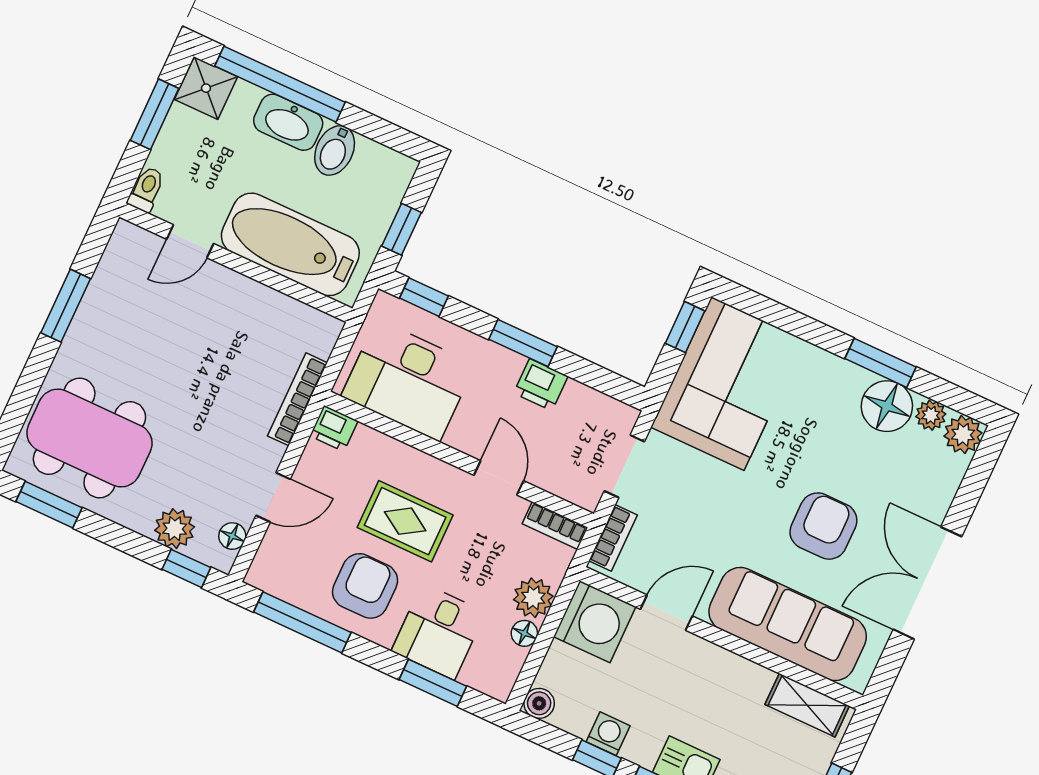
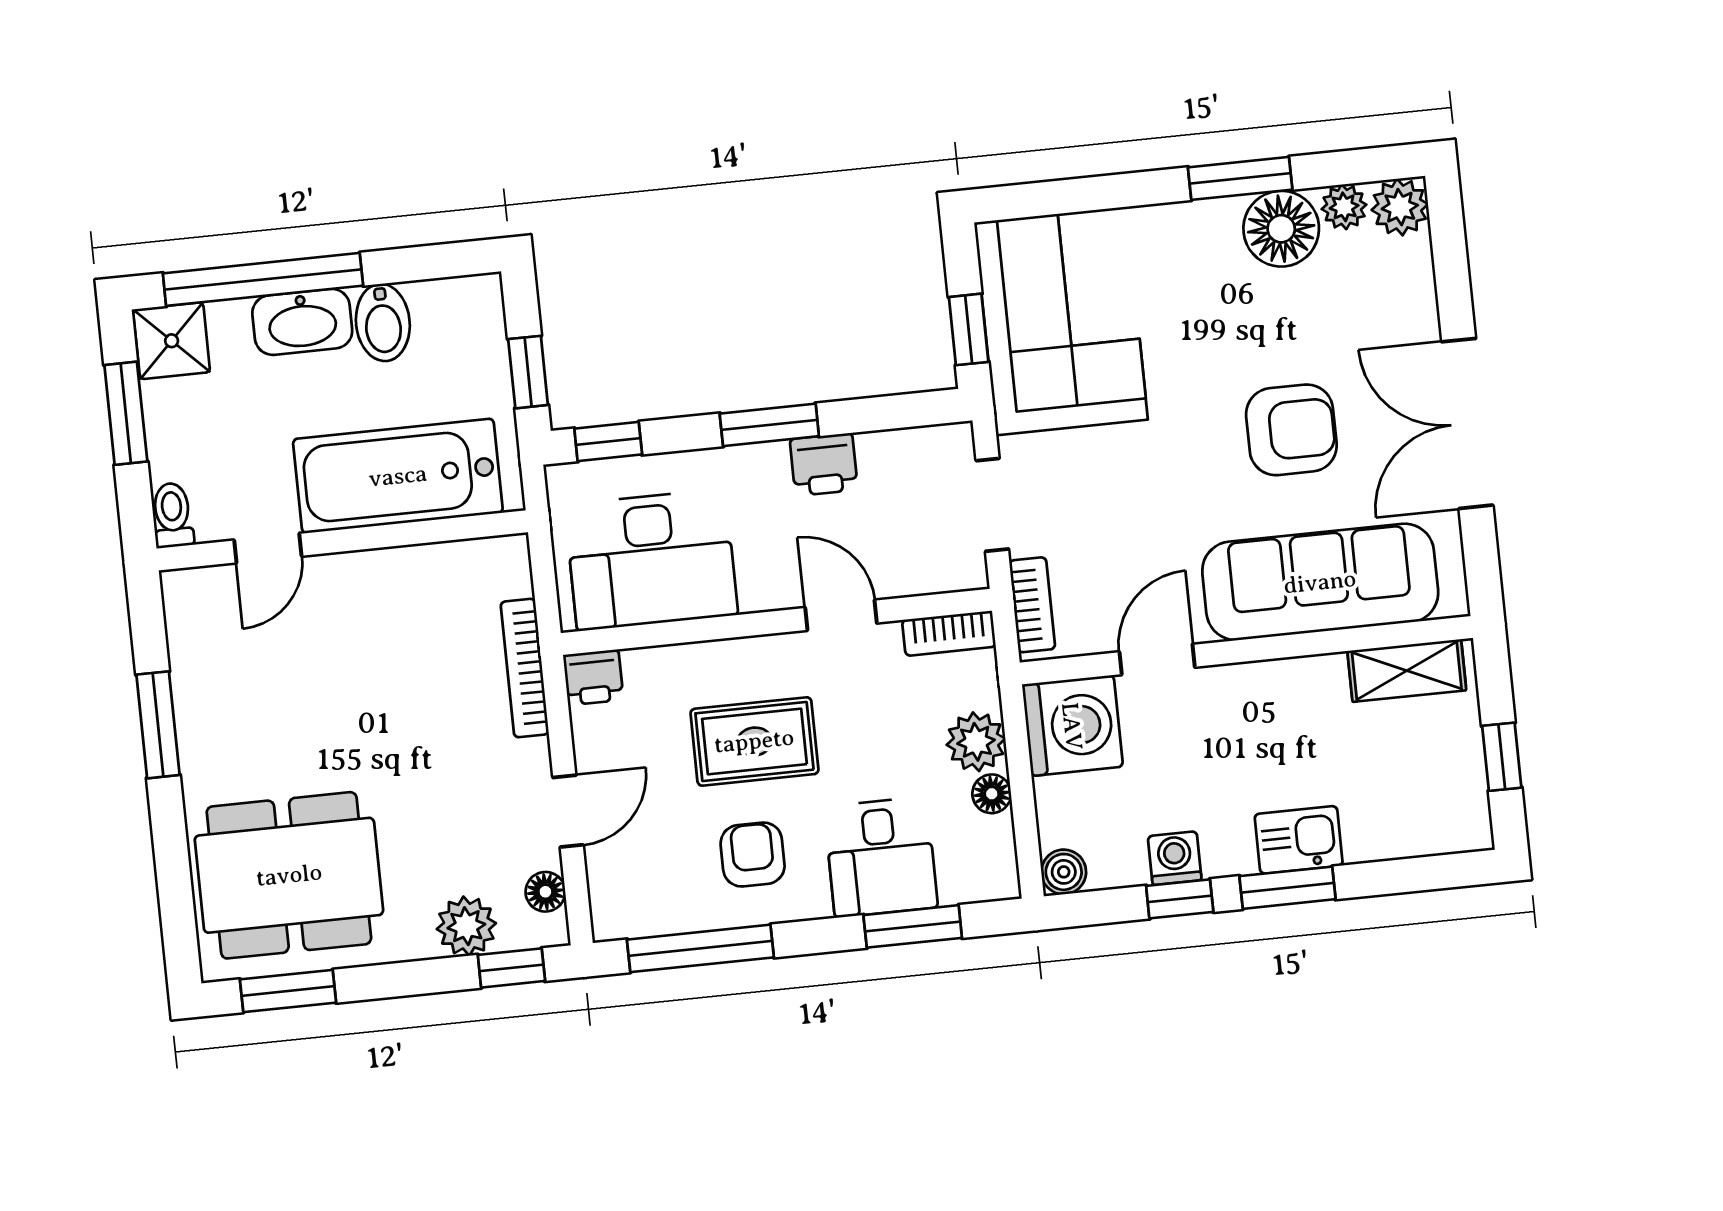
window: (685, 327) -> (969, 329), moved
armchair: (823, 526) -> (1291, 430), turned 90
armchair: (365, 586) -> (753, 855), width x0.72, depth x0.72

